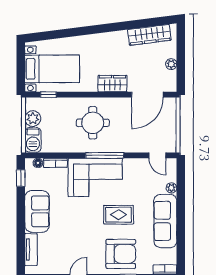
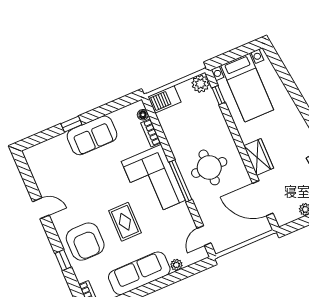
plant: (33, 118) -> (201, 84), moved
round table: (93, 123) -> (209, 167), moved
window: (21, 178) -> (71, 124), moved
tv unit: (31, 250) -> (50, 146), removed

